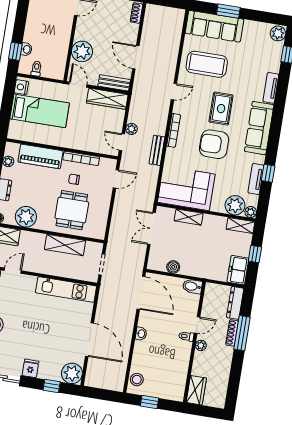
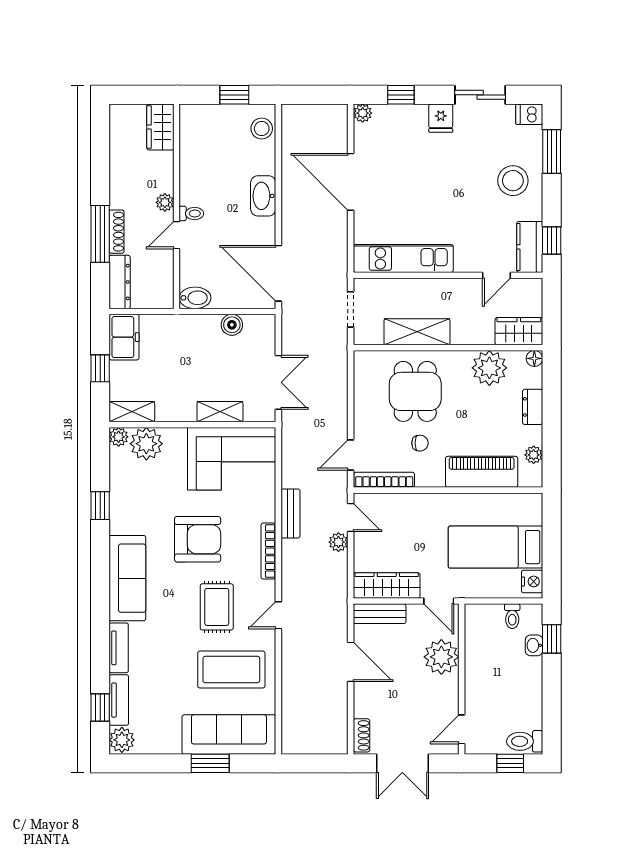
rug: (221, 109) -> (217, 607), moved
bookcase: (81, 158) -> (384, 480), moved
tv unit: (256, 179) -> (119, 700), moved
washbasin: (141, 334) -> (263, 196), width x1.91, depth x1.45
plant: (72, 373) -> (363, 113), width x0.53, depth x0.53

